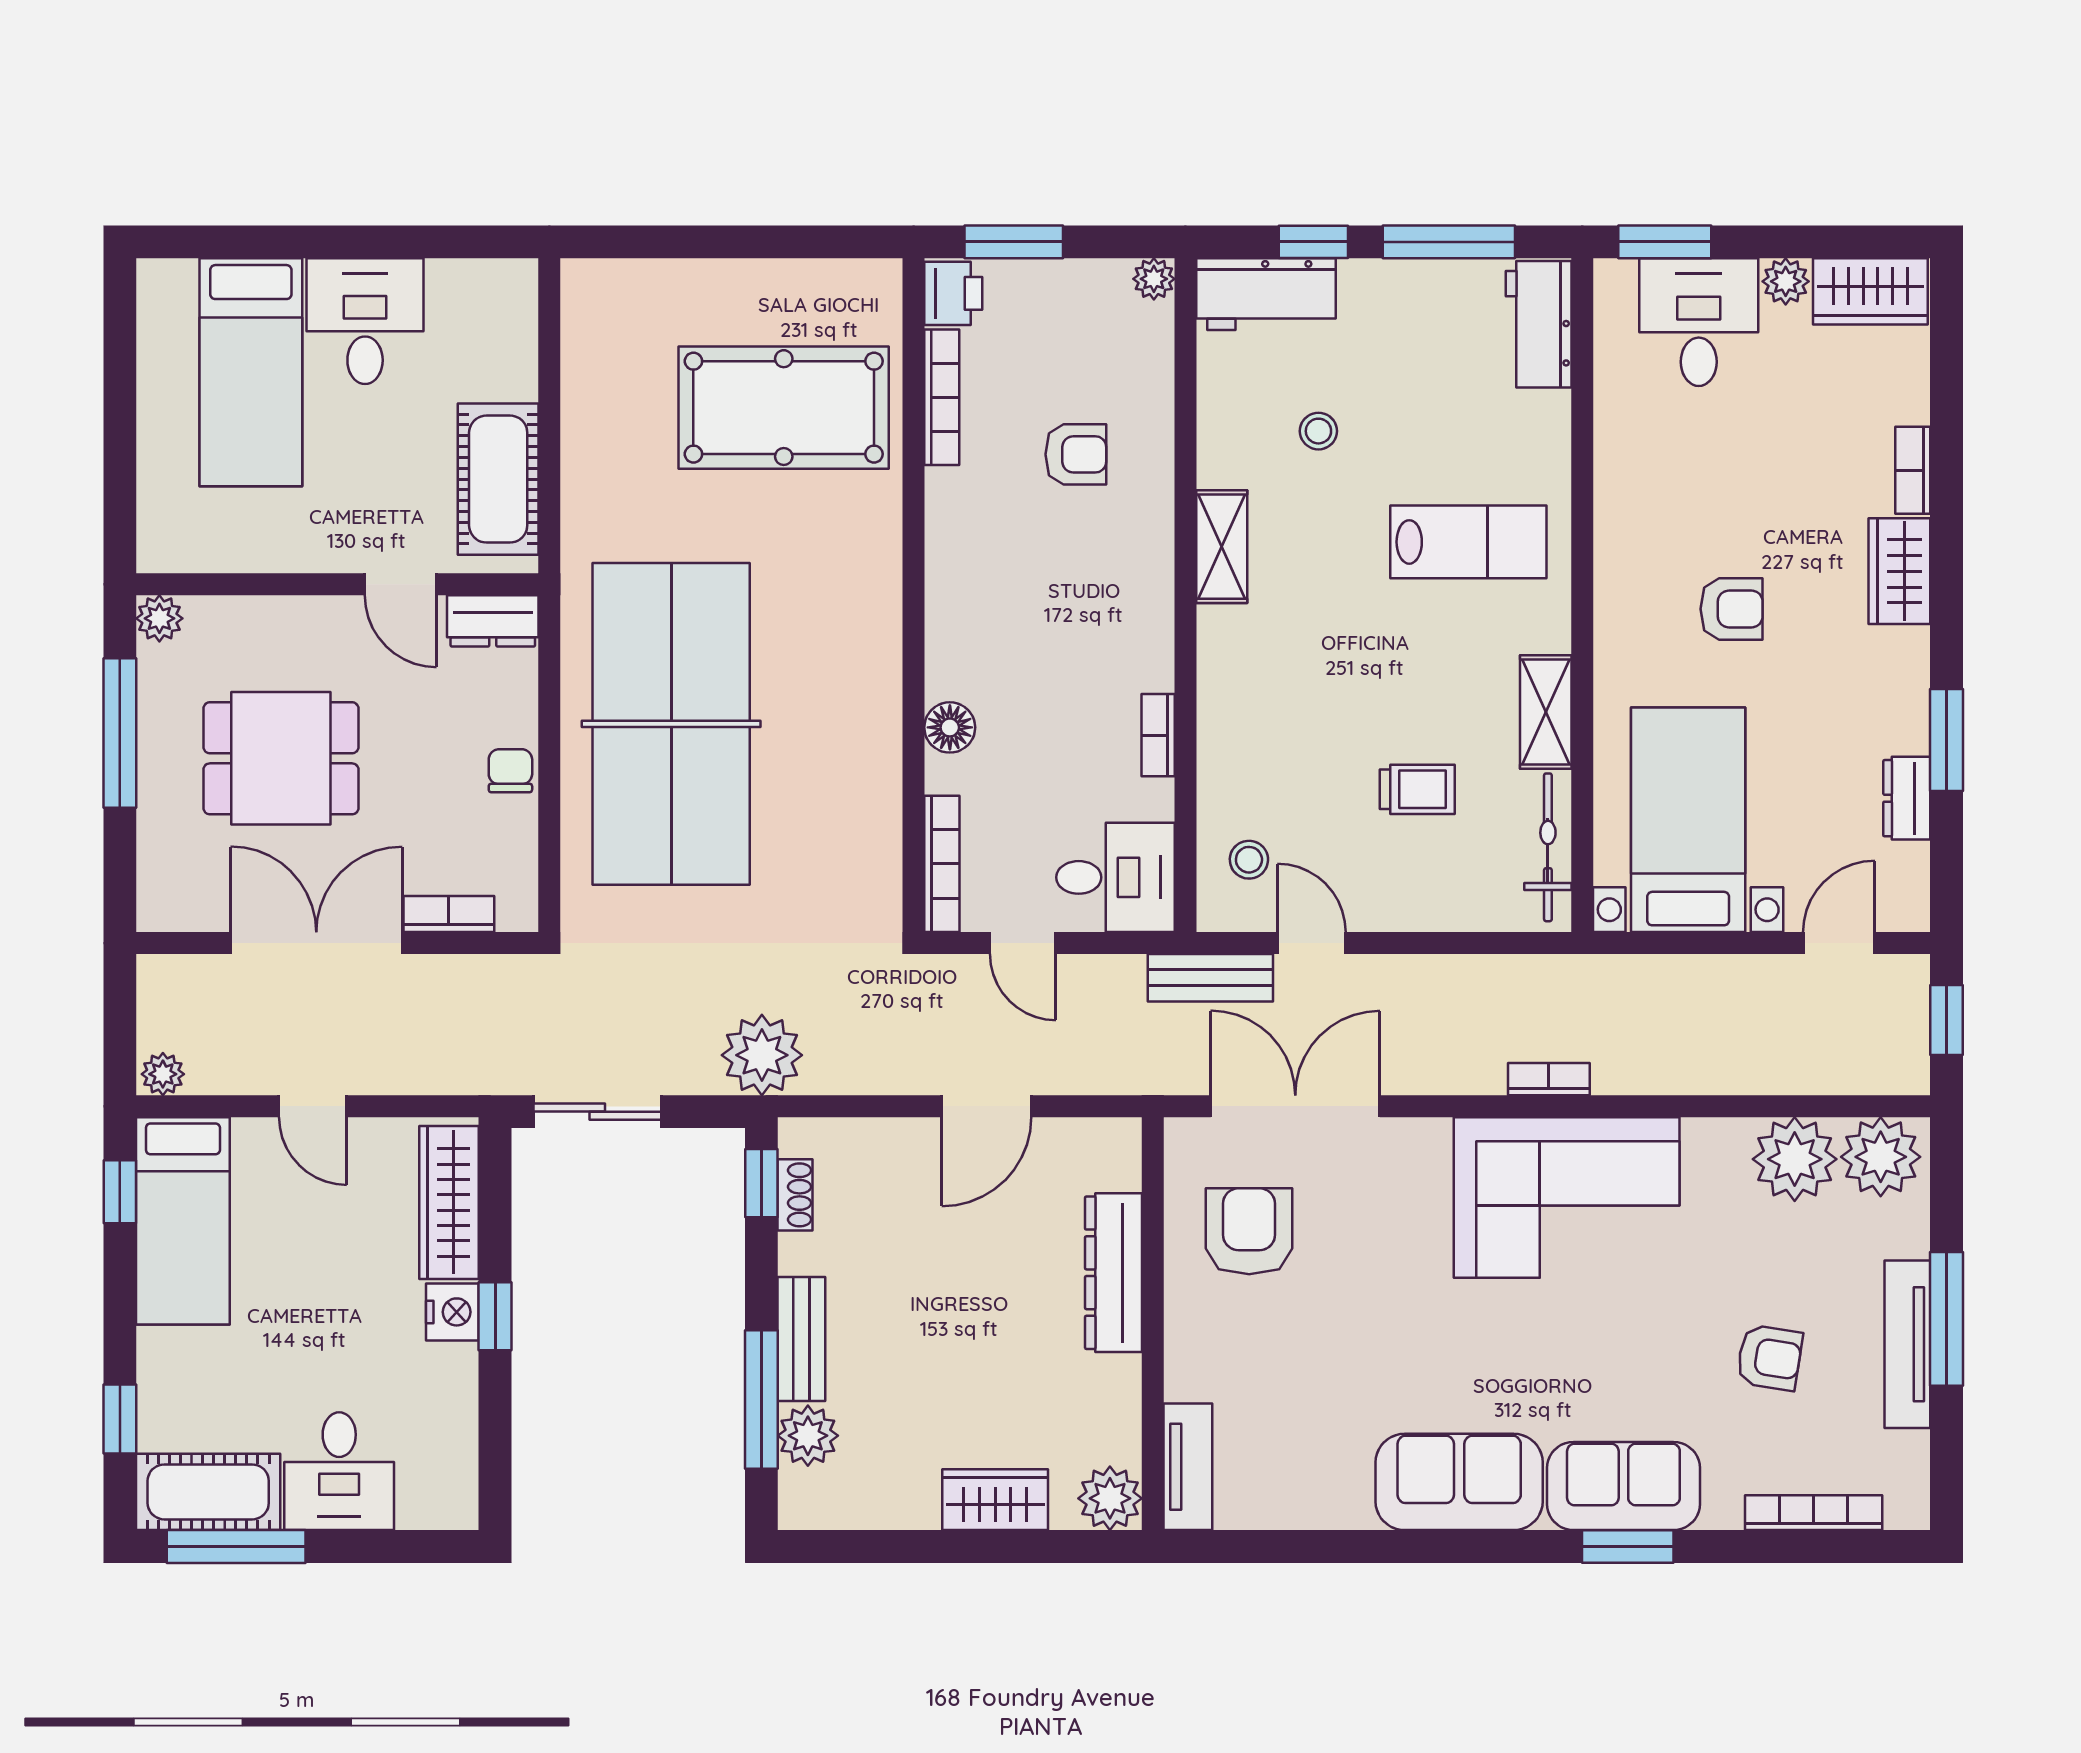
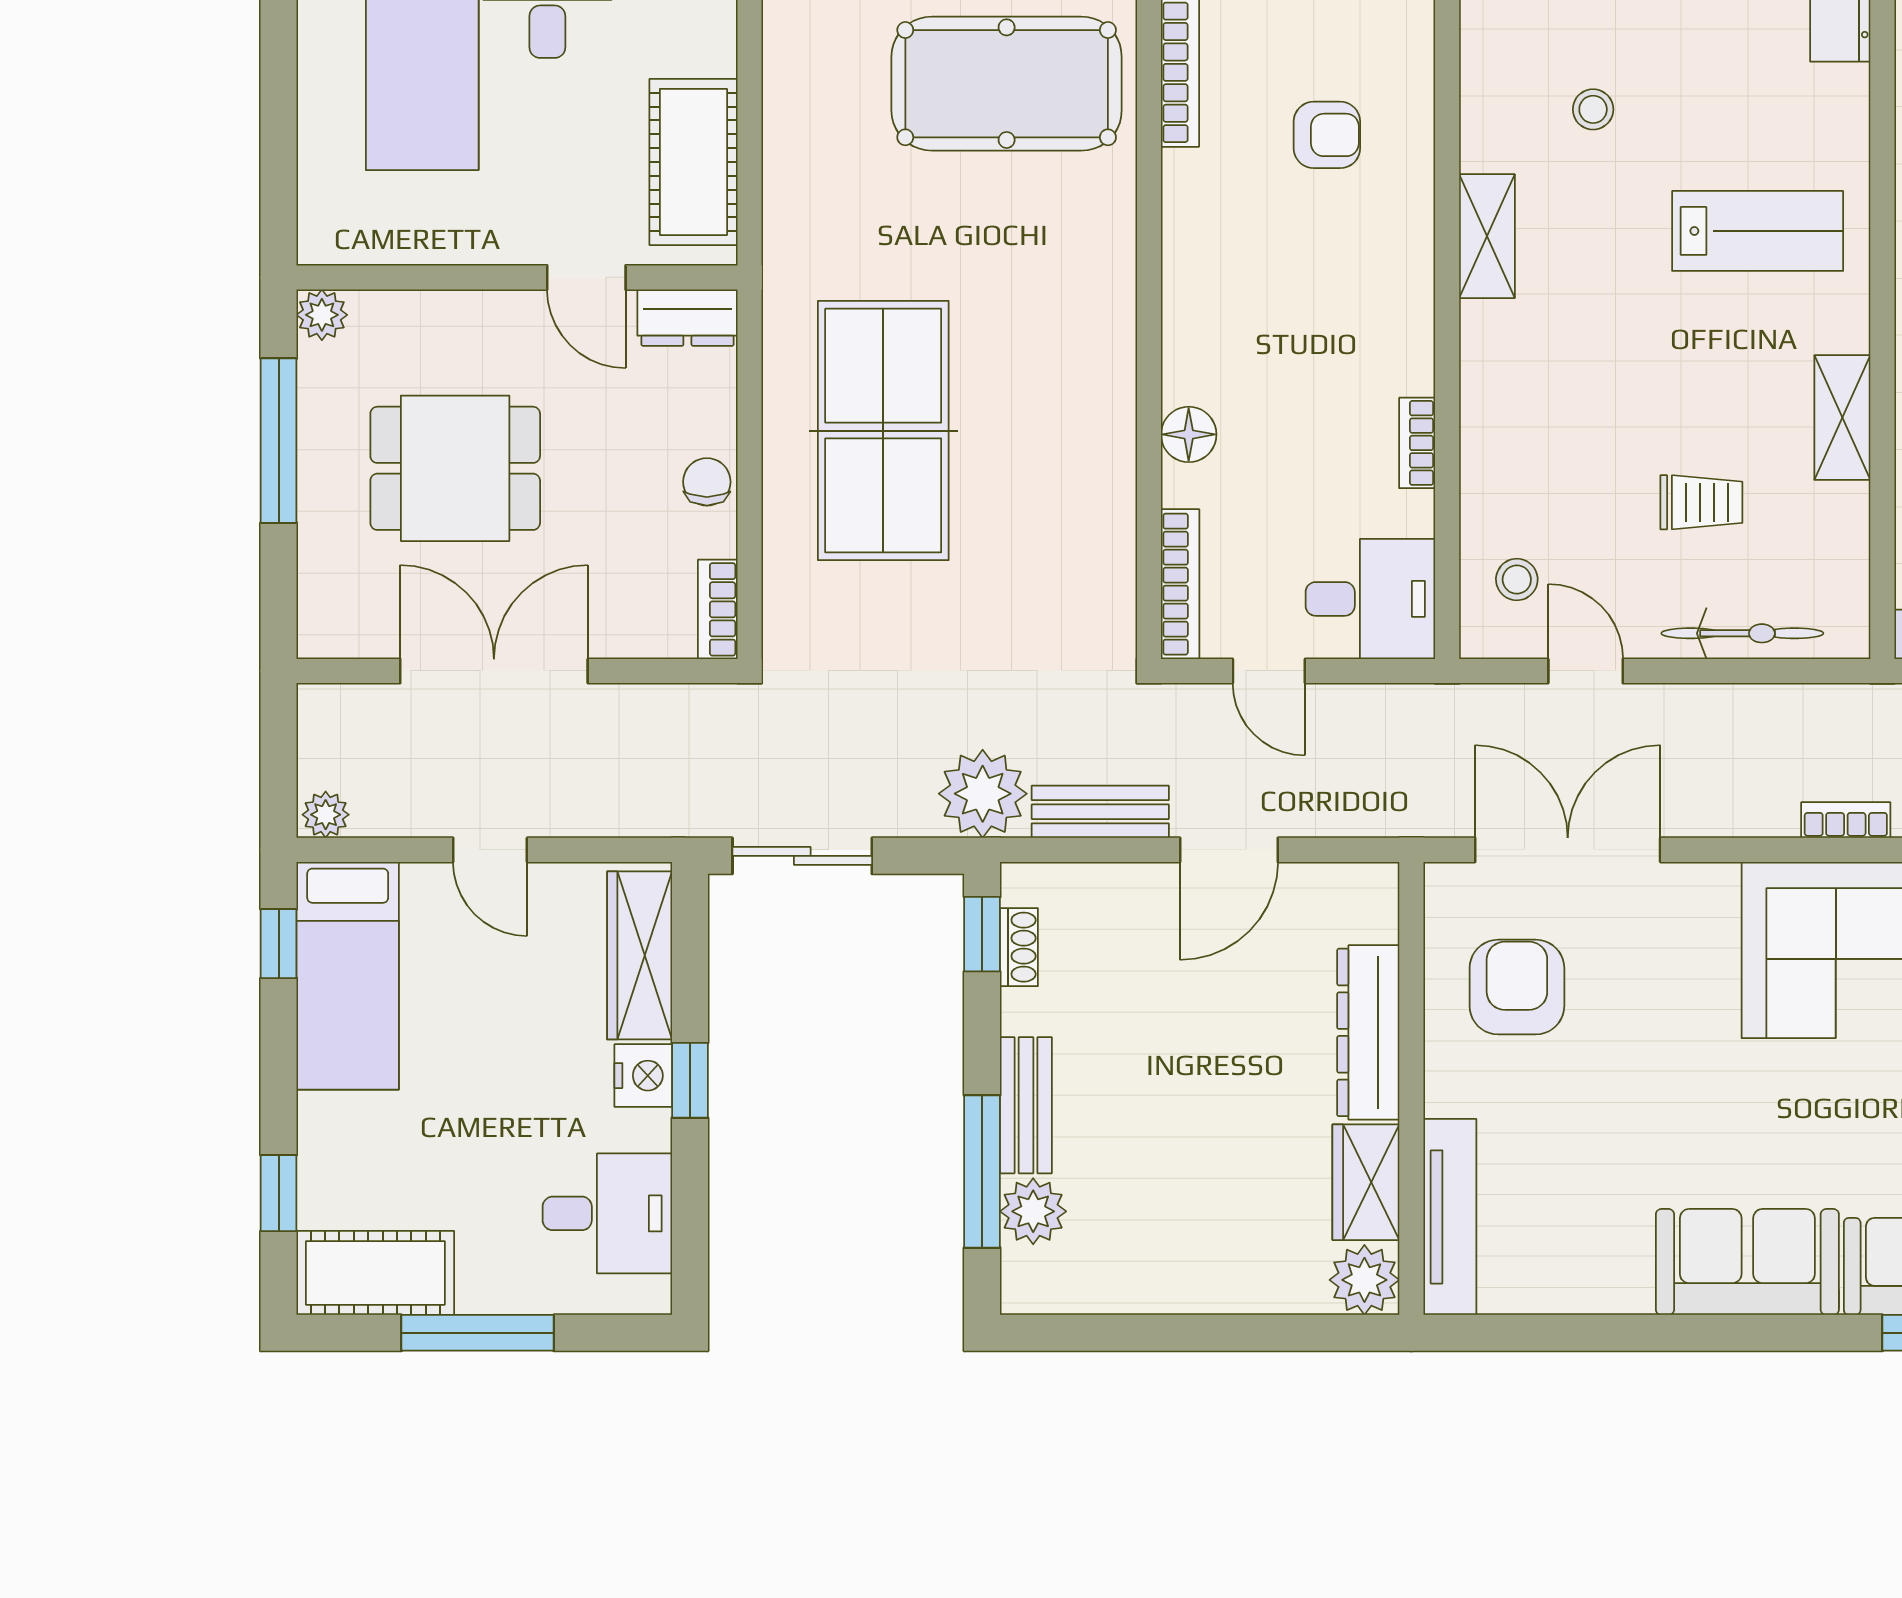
table tennis table: (671, 724) -> (883, 431), width x0.73, depth x0.76
bicycle: (1548, 847) -> (1742, 633), moved, turned 90
bookcase: (449, 914) -> (718, 609), moved, turned -90
bench: (1210, 978) -> (1100, 812), moved
tv unit: (1188, 1467) -> (1450, 1217), width x1.41
desk: (339, 1471) -> (607, 1213), moved, turned -90
wardrobe: (995, 1500) -> (1366, 1182), moved, turned -90
window: (236, 1547) -> (478, 1333), moved

